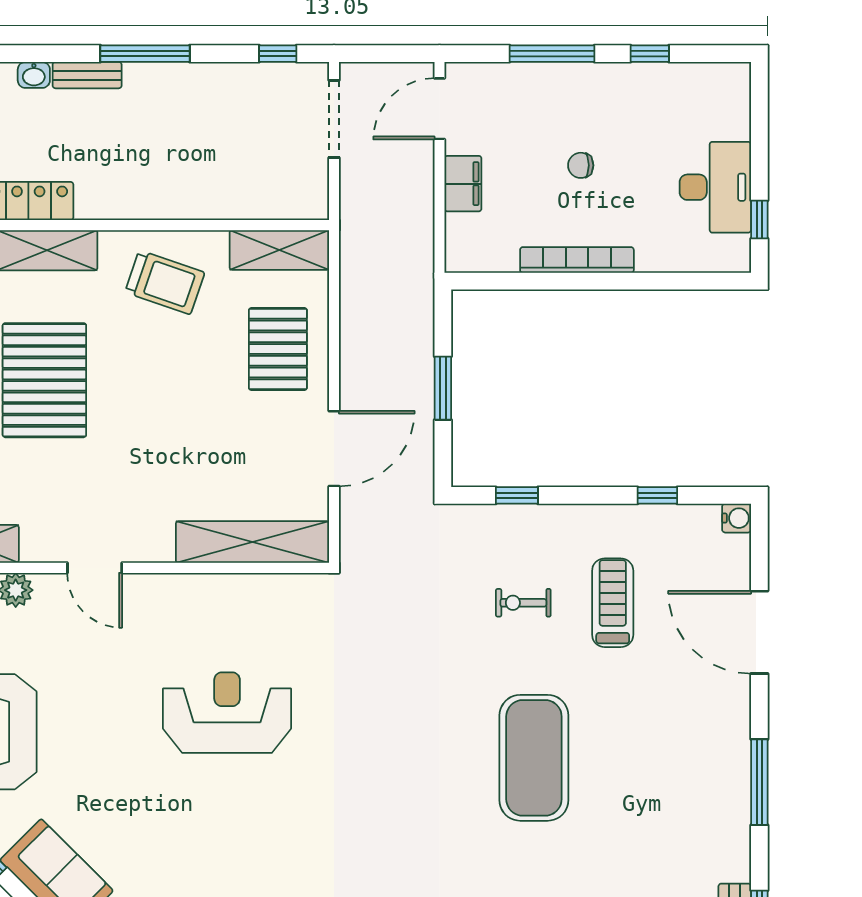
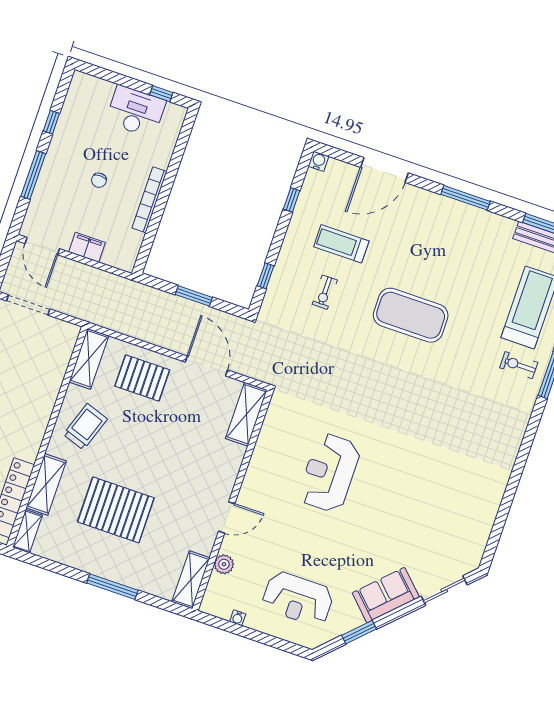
shelving: (252, 542) -> (246, 414), width x0.68

